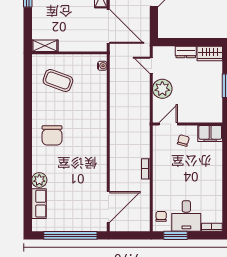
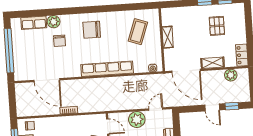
door: (108, 26) -> (186, 71), hinge flipped
shelving: (45, 46) -> (168, 37), moved
row of seats: (100, 120) -> (107, 69), added
chair: (62, 175) -> (59, 41), added
door: (108, 207) -> (47, 80), moved

